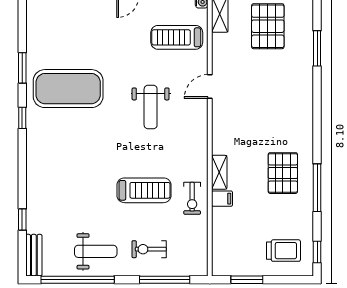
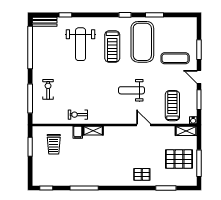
exercise mat: (96, 33) -> (175, 58), added
pallet: (283, 173) -> (142, 174), moved, width x0.67, depth x0.71
treadmill: (144, 190) -> (112, 46), moved
weight bench: (96, 251) -> (81, 44), moved, width x1.36, depth x1.33
trolley: (284, 251) -> (54, 144), moved

